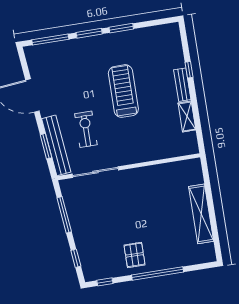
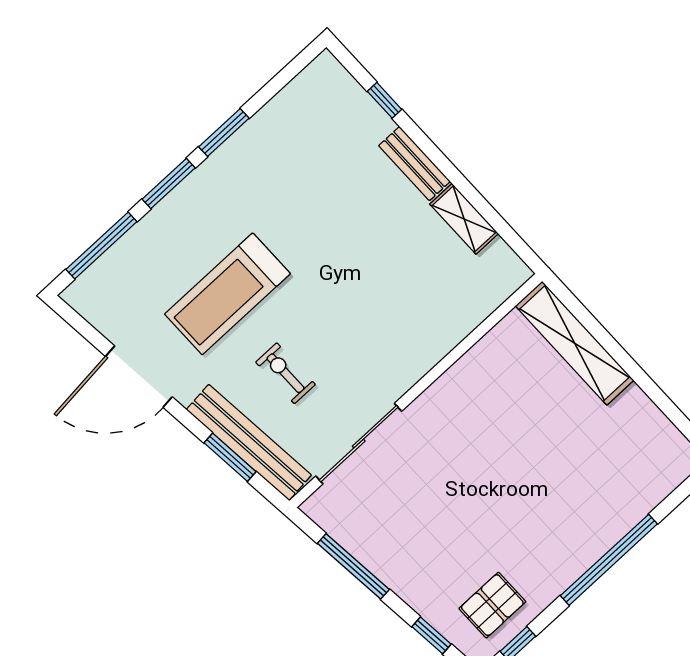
window: (189, 70) -> (384, 100), moved
treadmill: (123, 91) -> (227, 294), moved, turned -90
exercise bike: (86, 129) -> (286, 373), width x0.73, depth x0.72
shelving: (201, 214) -> (575, 343), moved
pallet: (134, 255) -> (492, 605), moved, turned 90

